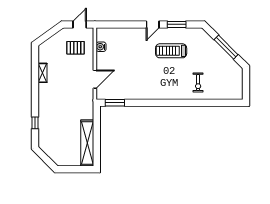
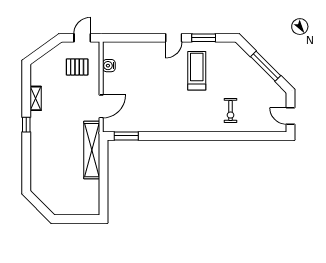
treadmill: (171, 51) -> (197, 71), turned 90
door: (246, 87) -> (290, 116), added
window: (35, 123) -> (26, 125), moved
shelving: (87, 143) -> (92, 150), moved

